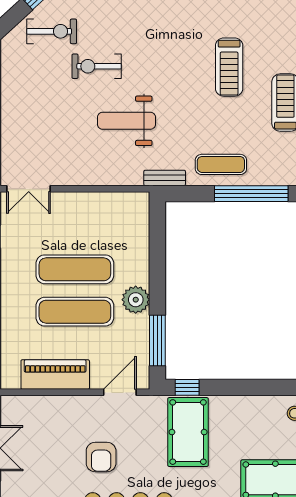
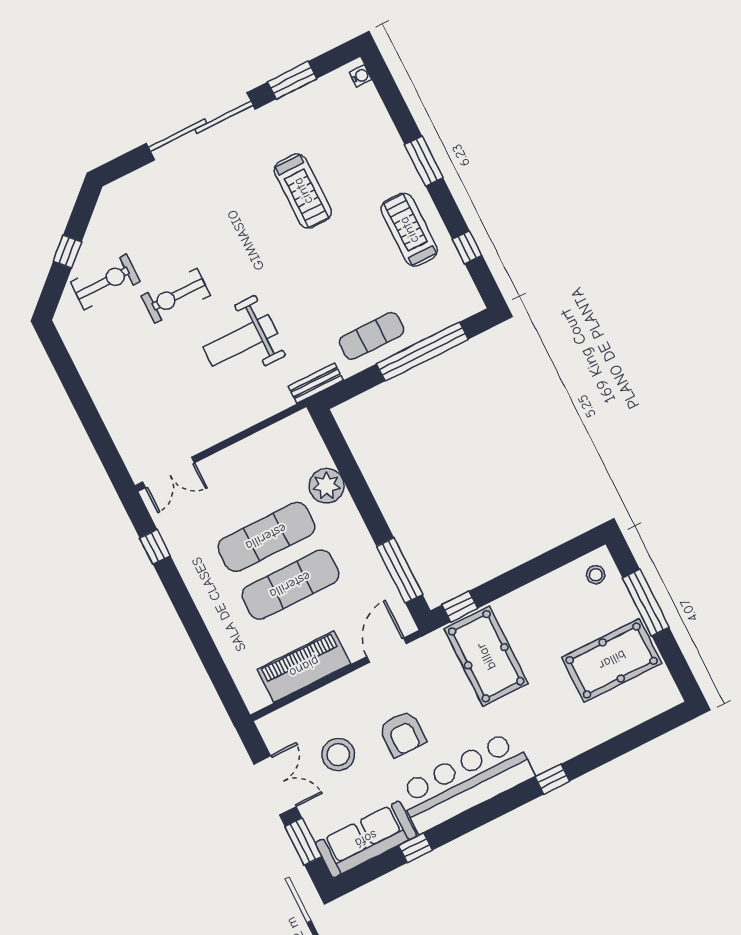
treadmill: (229, 67) -> (303, 191), moved
plant: (136, 300) -> (327, 486), moved
stool: (48, 449) -> (338, 755), added

